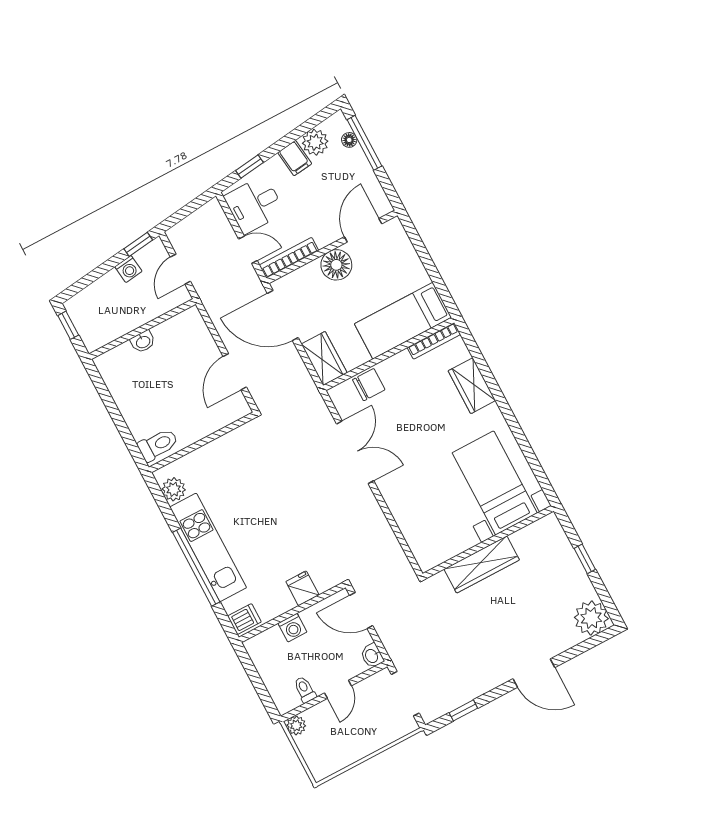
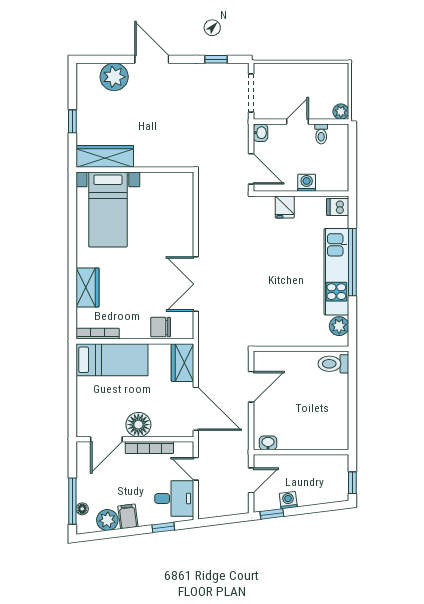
bookcase: (289, 258) -> (149, 448), moved
washbasin: (143, 342) -> (268, 443), moved
wardrobe: (482, 564) -> (105, 156), moved
plant: (591, 618) -> (114, 77), moved

